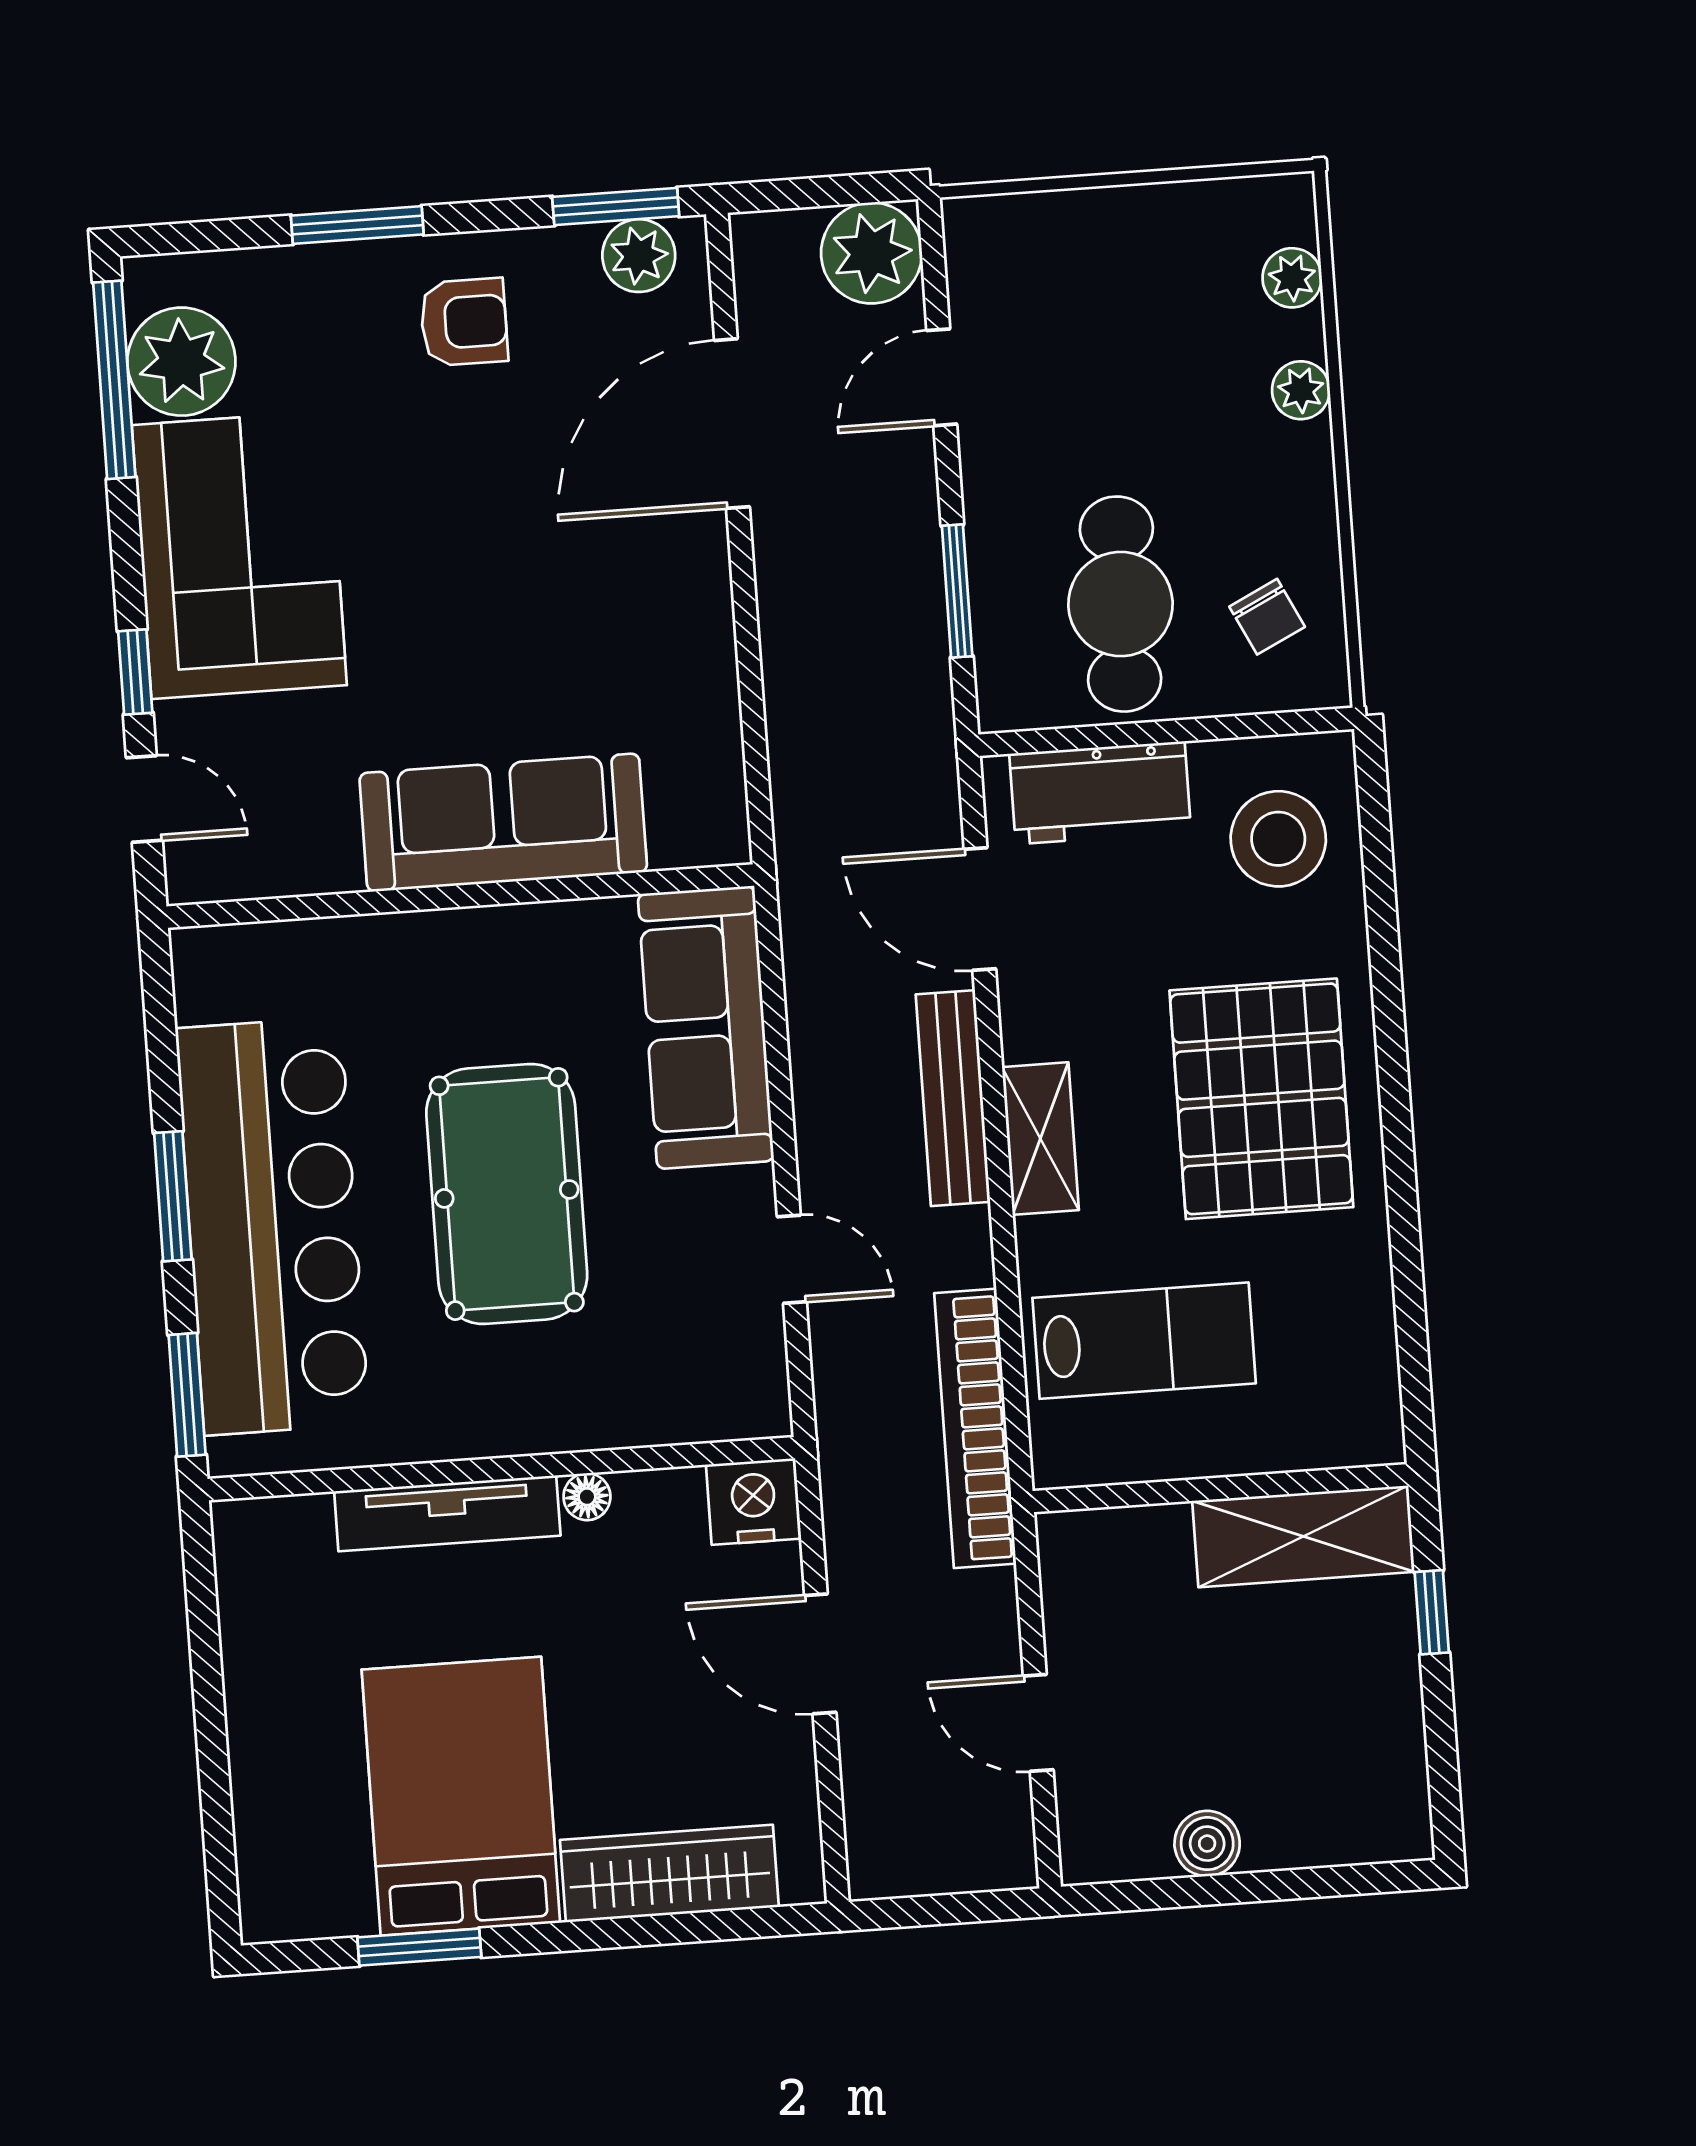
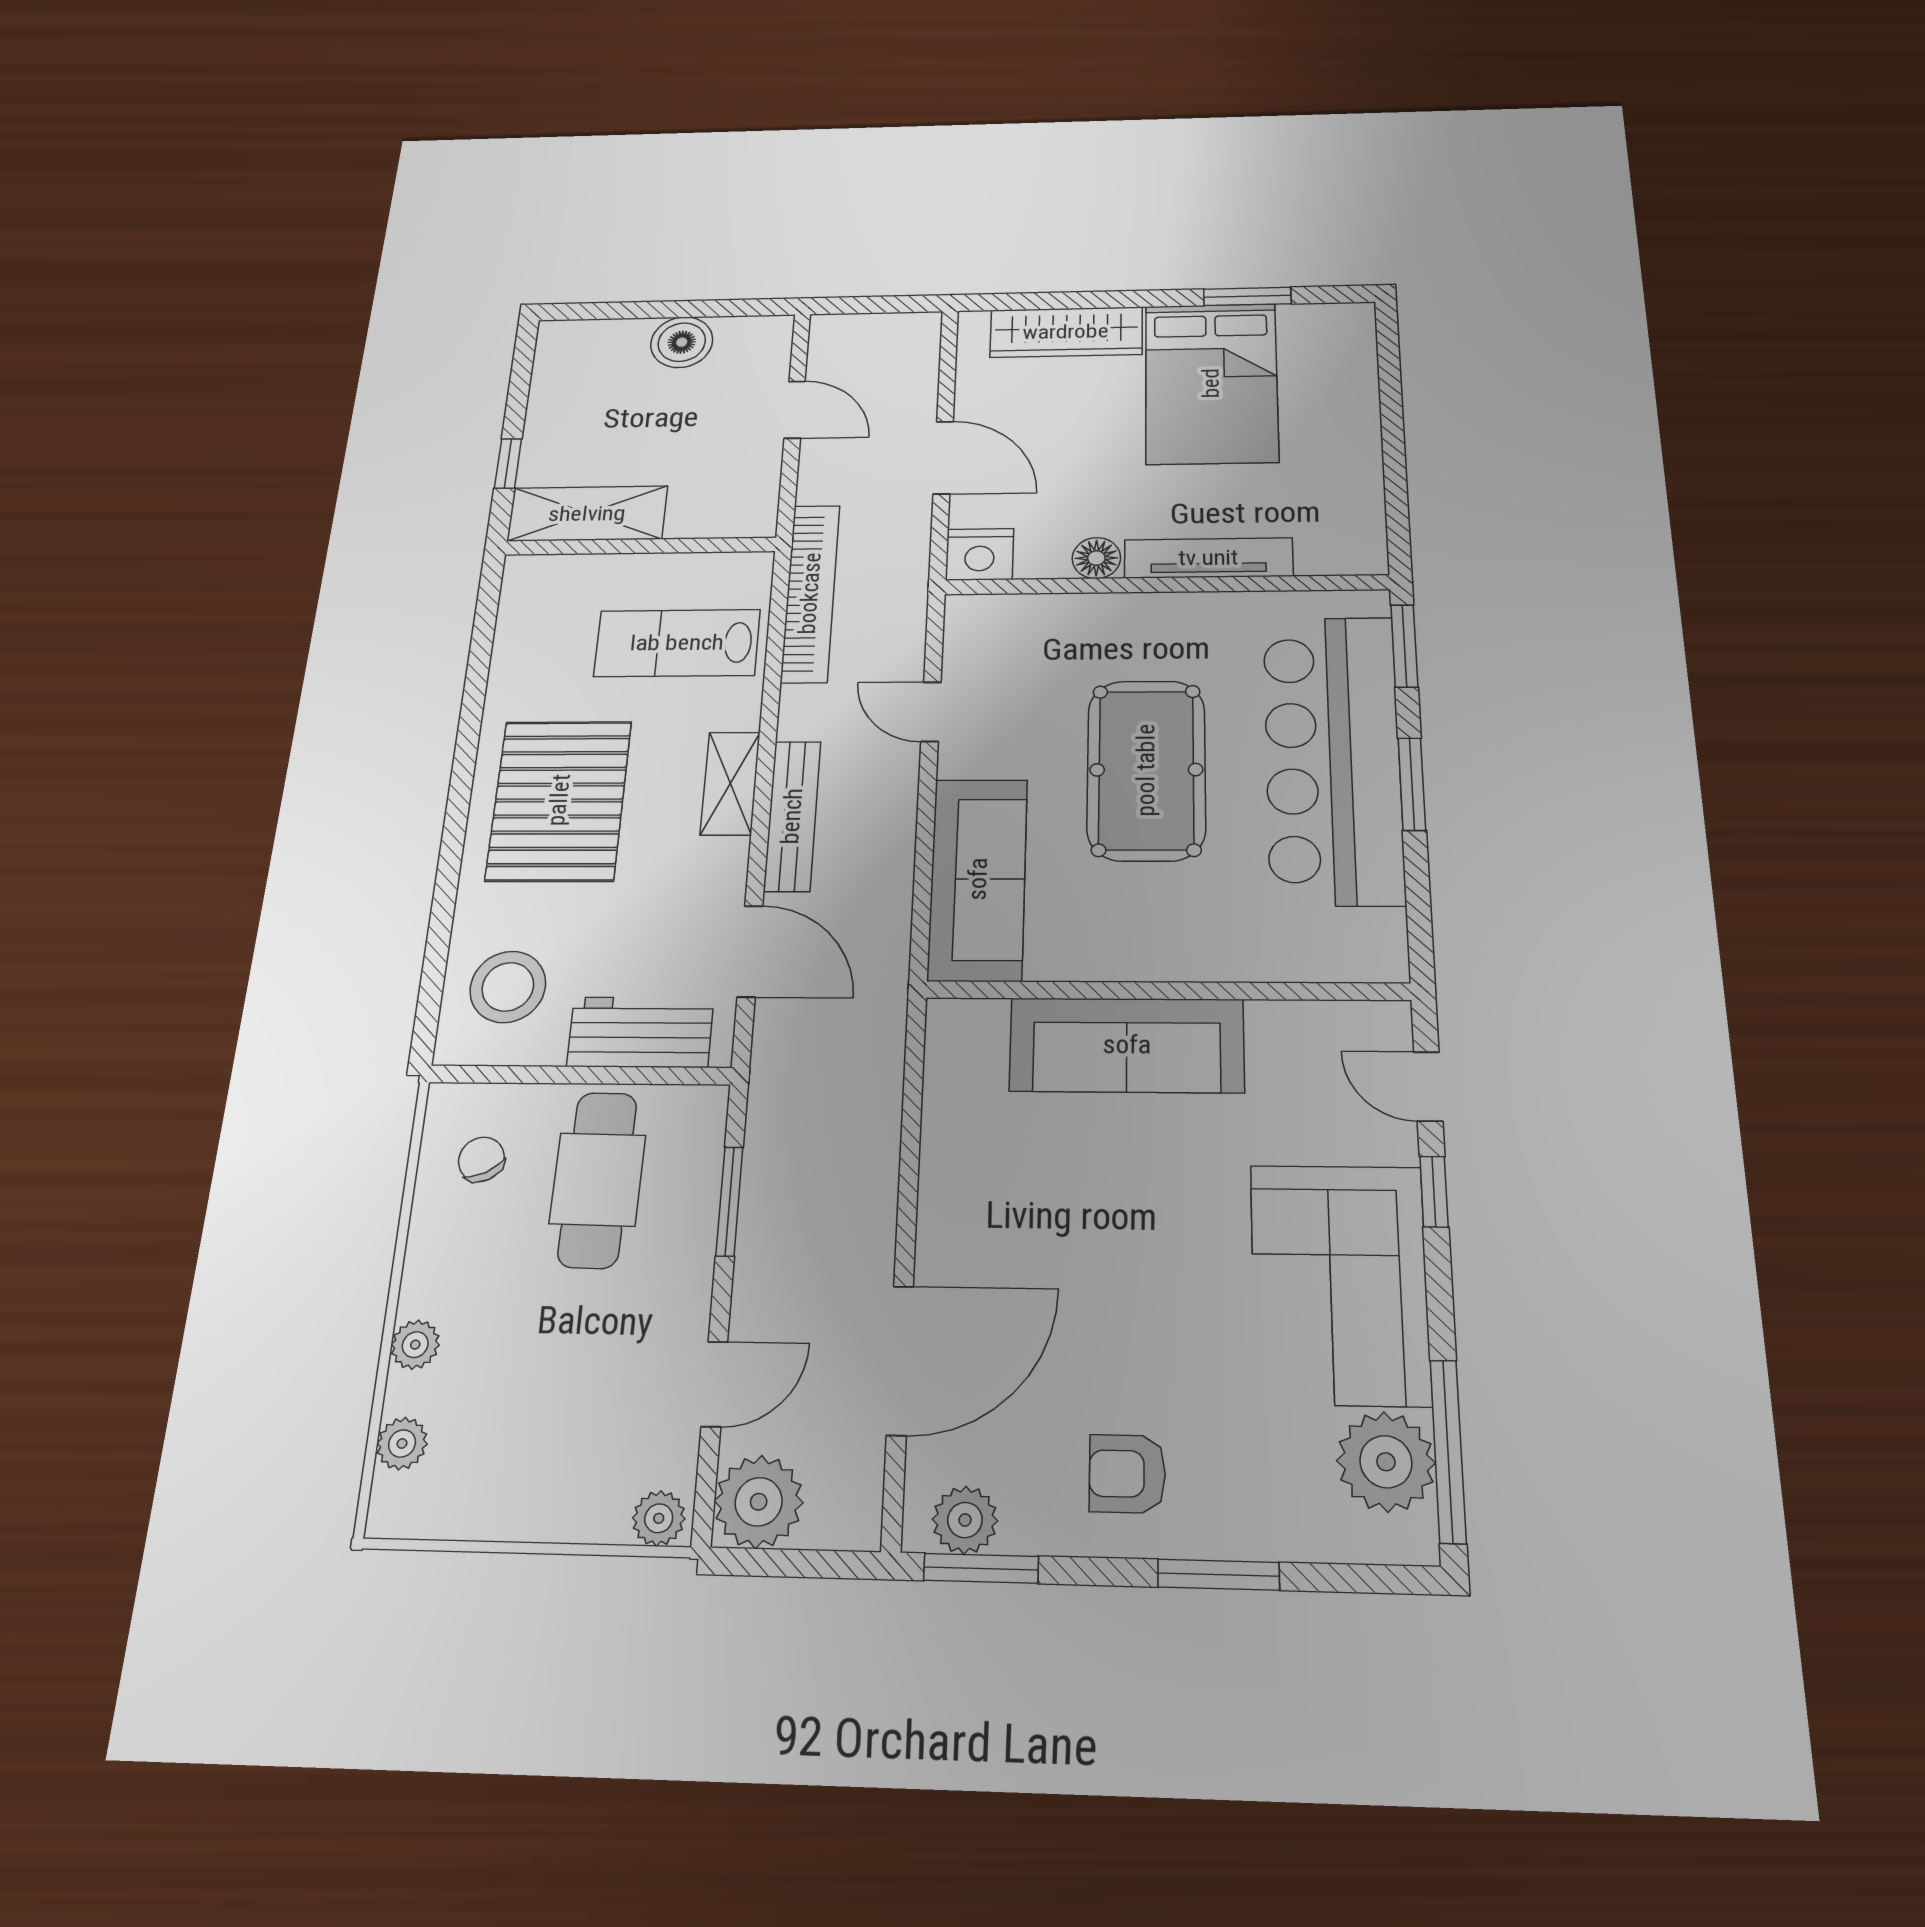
plant: (981, 225) -> (659, 1518), added
floor lamp: (587, 1497) -> (1096, 558), width x1.37, depth x1.37
boiler: (1207, 1844) -> (682, 342), width x1.36, depth x1.36

